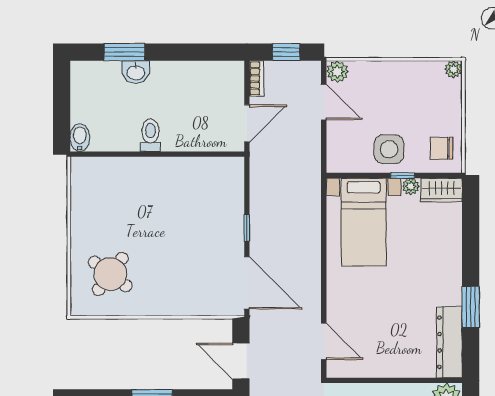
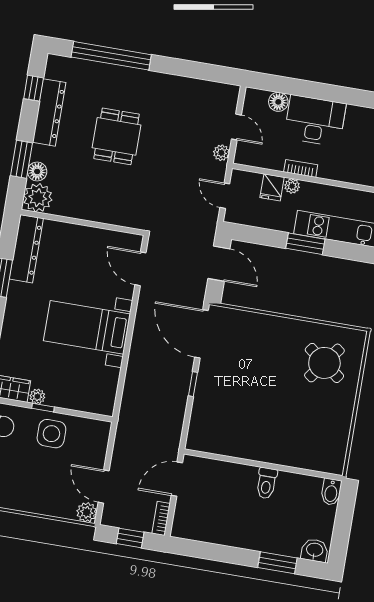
washbasin: (136, 72) -> (315, 550), moved
bed with nightstands: (364, 222) -> (87, 327), moved, turned -90

